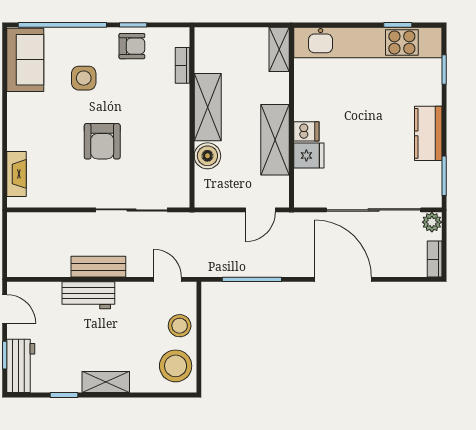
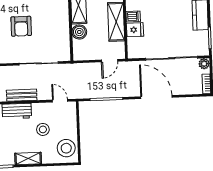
stool: (180, 326) -> (43, 129), moved

